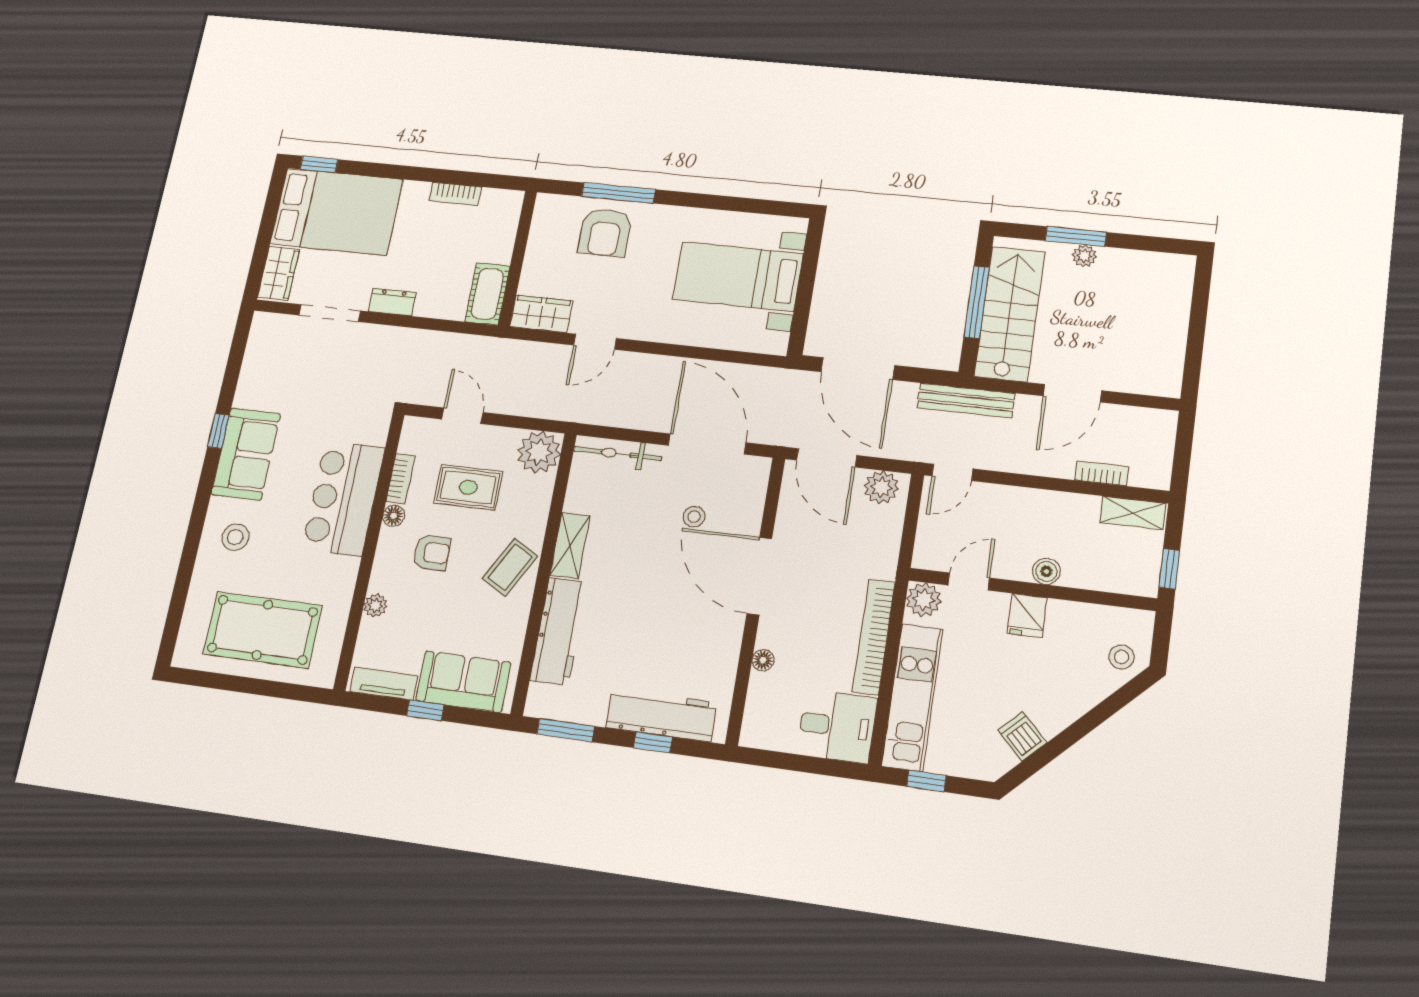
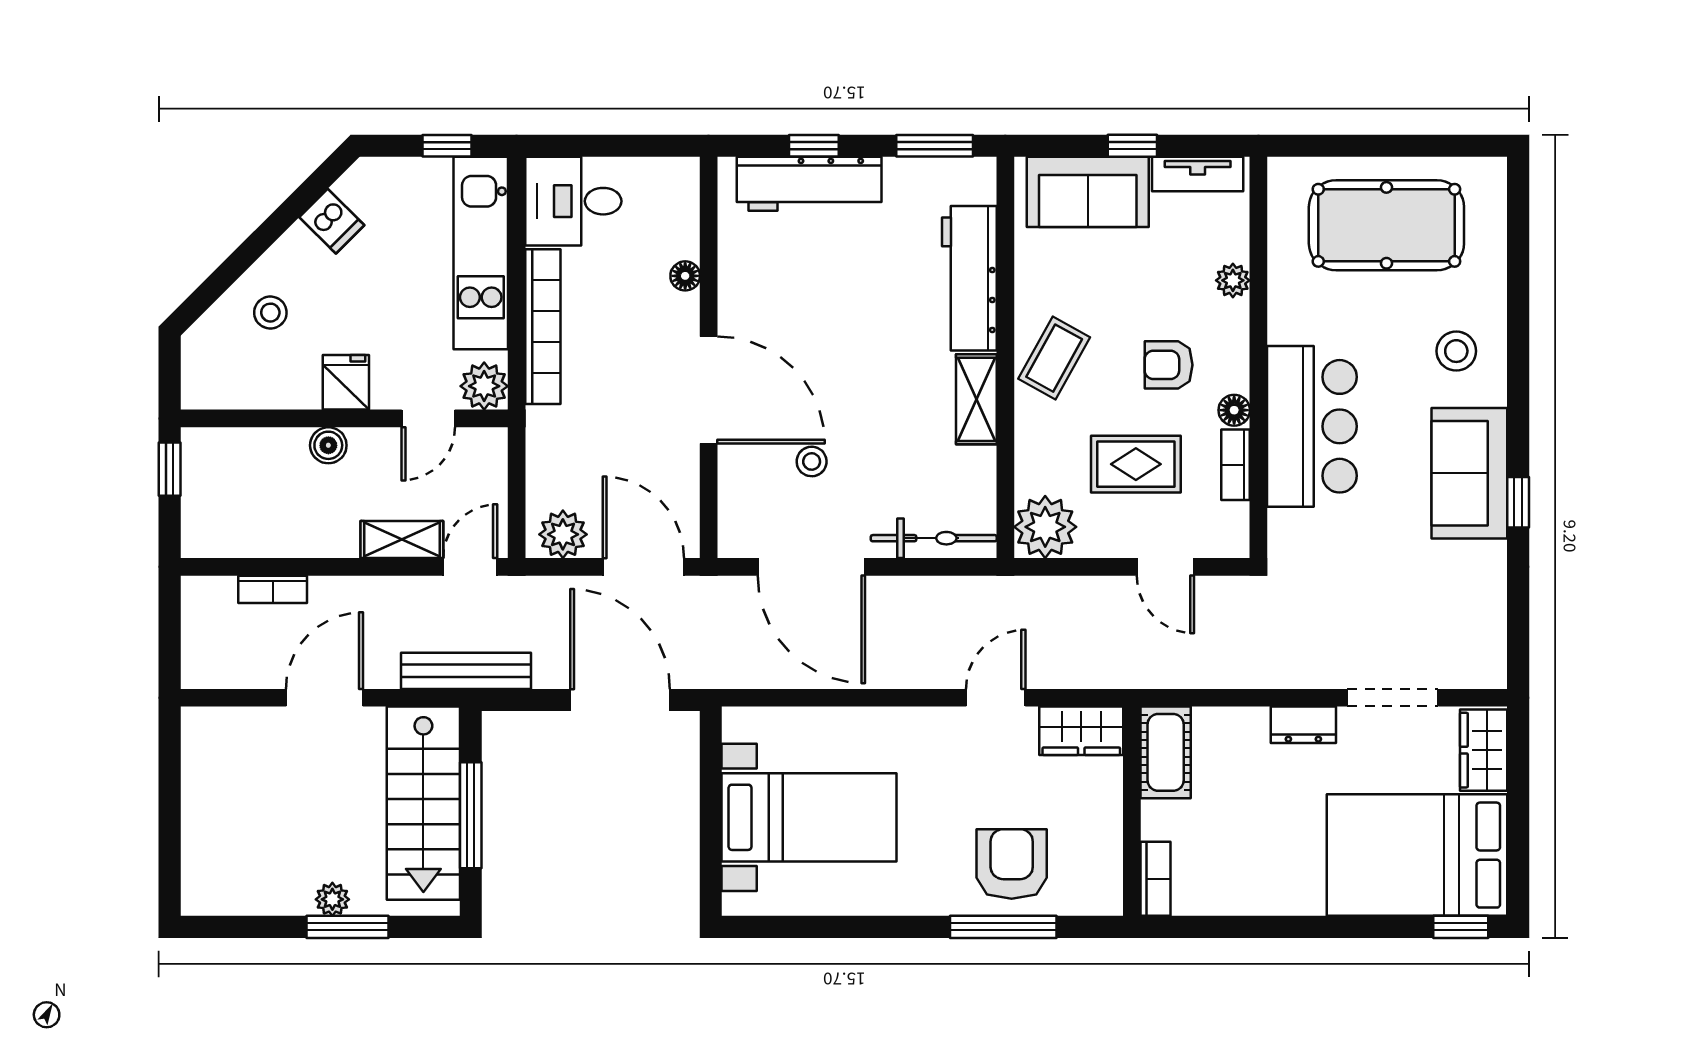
bookcase: (455, 194) -> (1156, 879), moved, turned 90
shelving: (1133, 513) -> (402, 540), moved
stool: (1122, 657) -> (270, 313), moved

